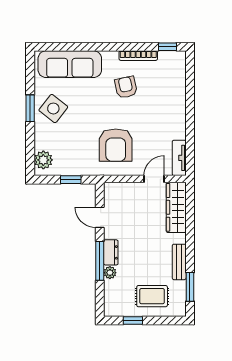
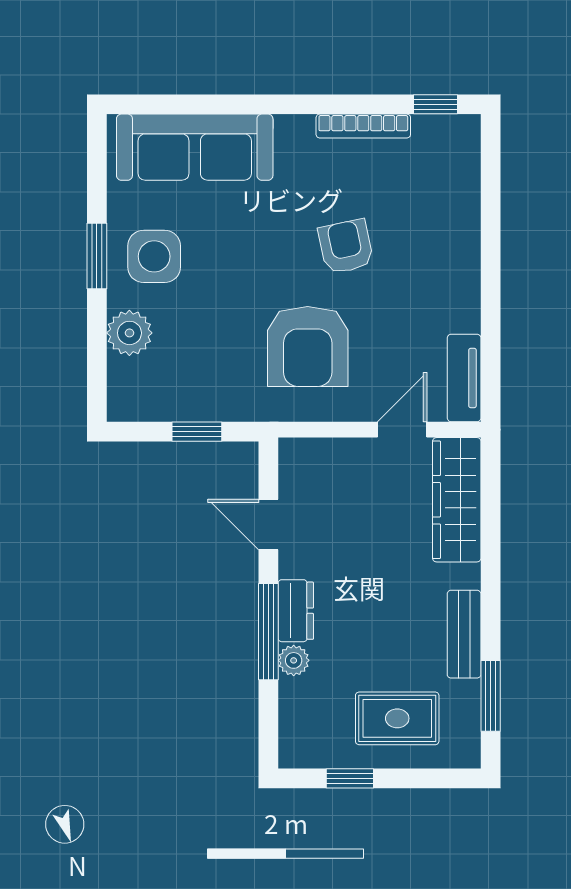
armchair: (126, 87) -> (346, 247), moved
side table: (53, 109) -> (154, 256), turned -38
plant: (43, 160) -> (129, 333), moved

